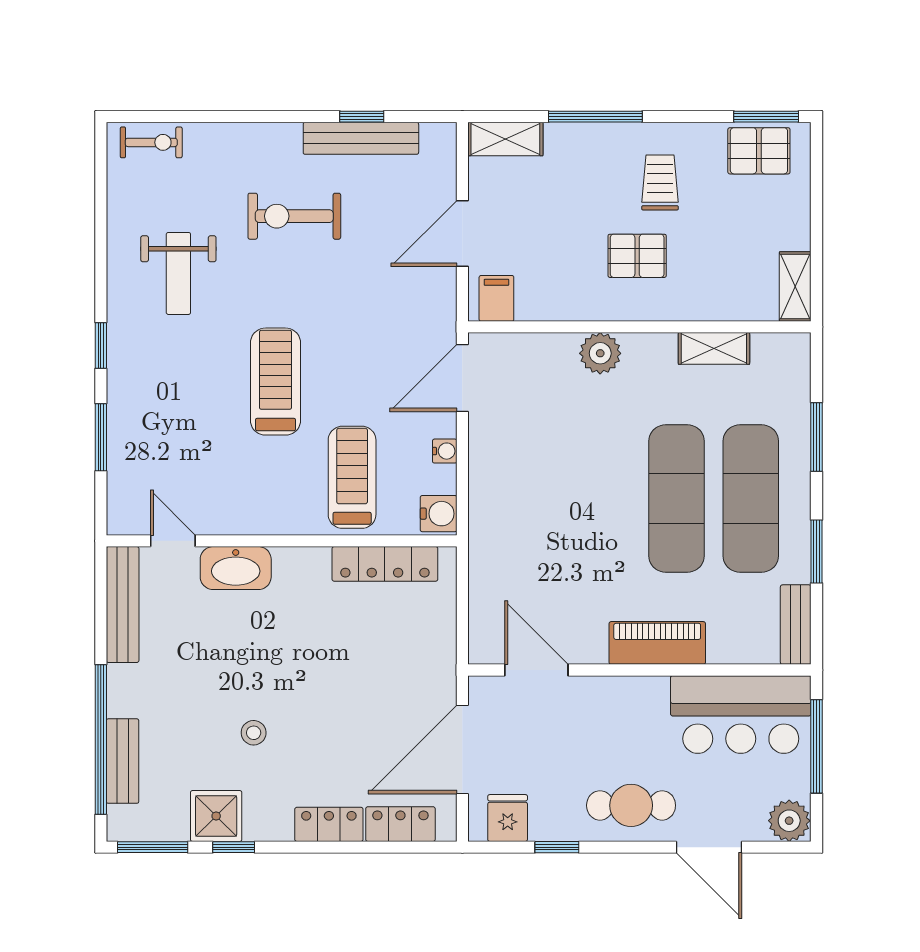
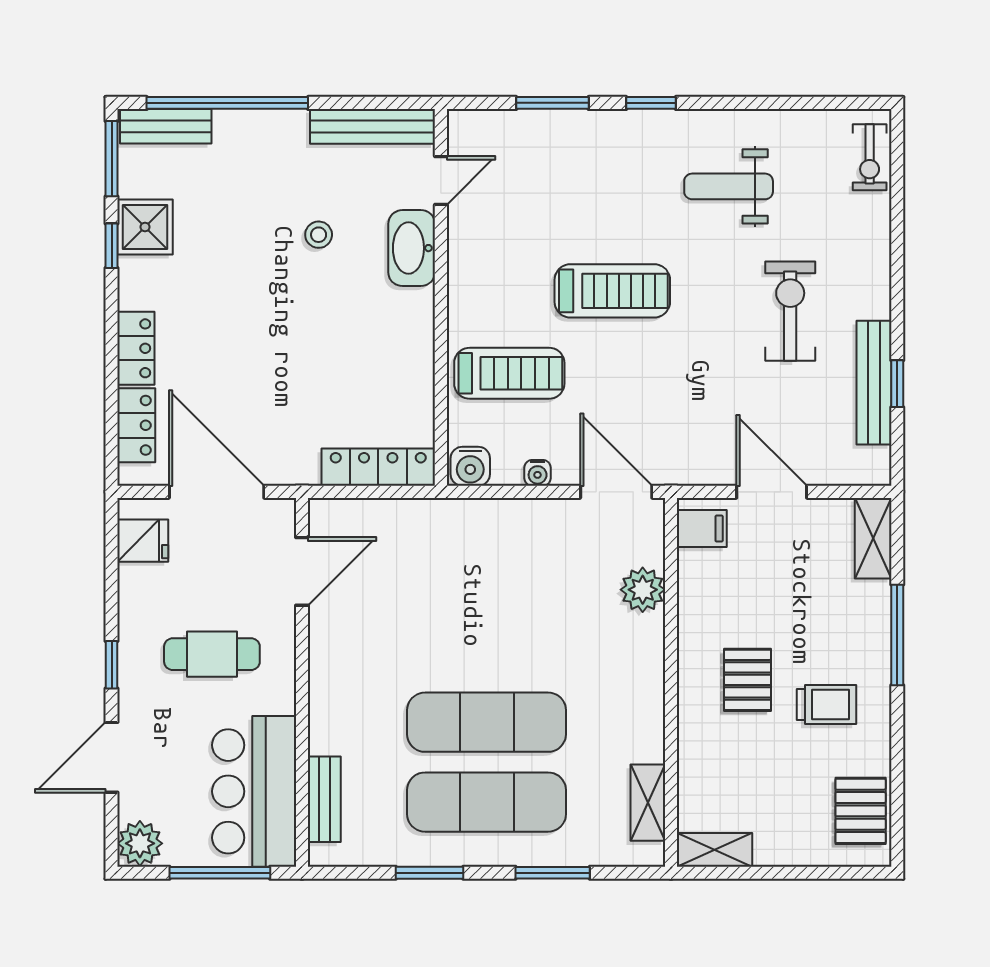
window: (766, 117) -> (897, 819), removed
shelving: (714, 348) -> (648, 803), moved
plant: (600, 353) -> (643, 590), moved
locker: (385, 564) -> (378, 467), moved, turned 90
bench: (796, 625) -> (324, 799), moved, turned 90
piano: (657, 643) -> (331, 701), removed
stool: (254, 733) -> (319, 235), moved
bench: (123, 761) -> (166, 126), moved
cafe table: (631, 805) -> (212, 654), moved, turned 90
window: (557, 847) -> (112, 665), moved

